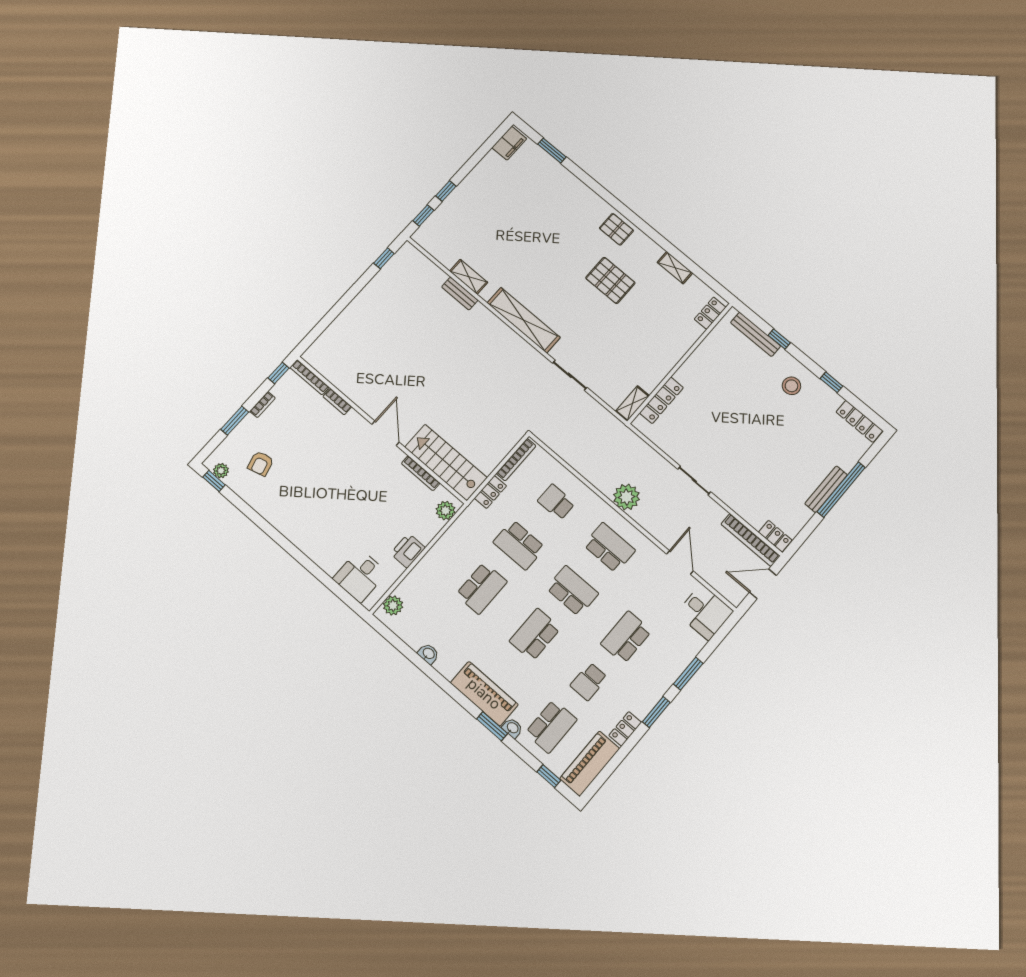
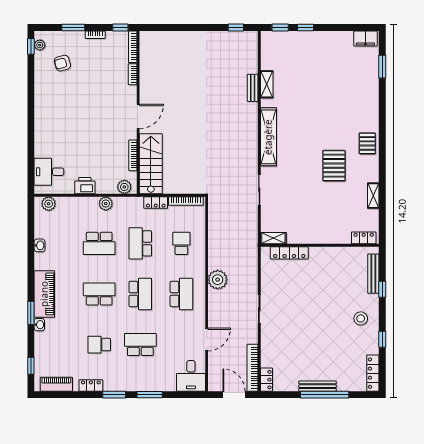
plant: (446, 545) -> (106, 204), added
school desk: (551, 726) -> (58, 345), removed
piano: (590, 763) -> (56, 384), width x0.73, depth x0.75

